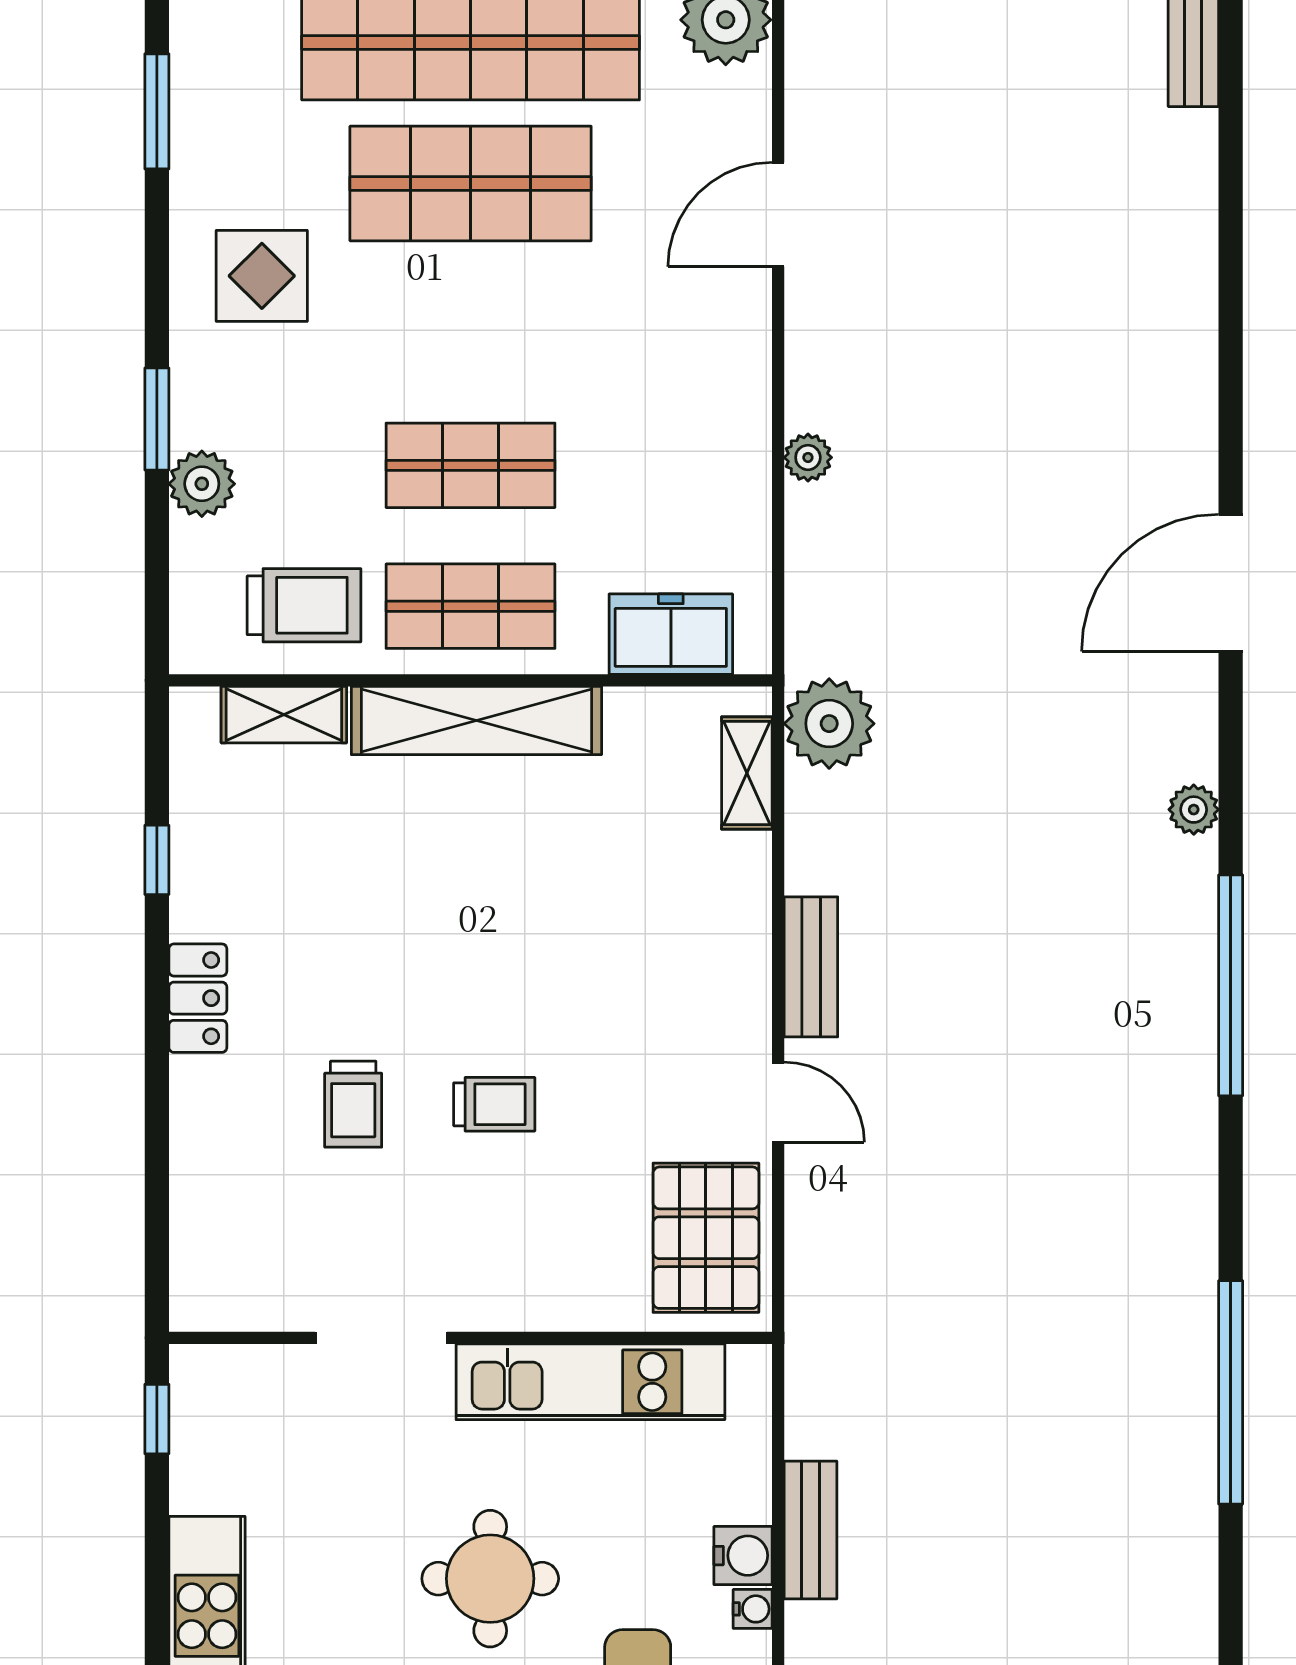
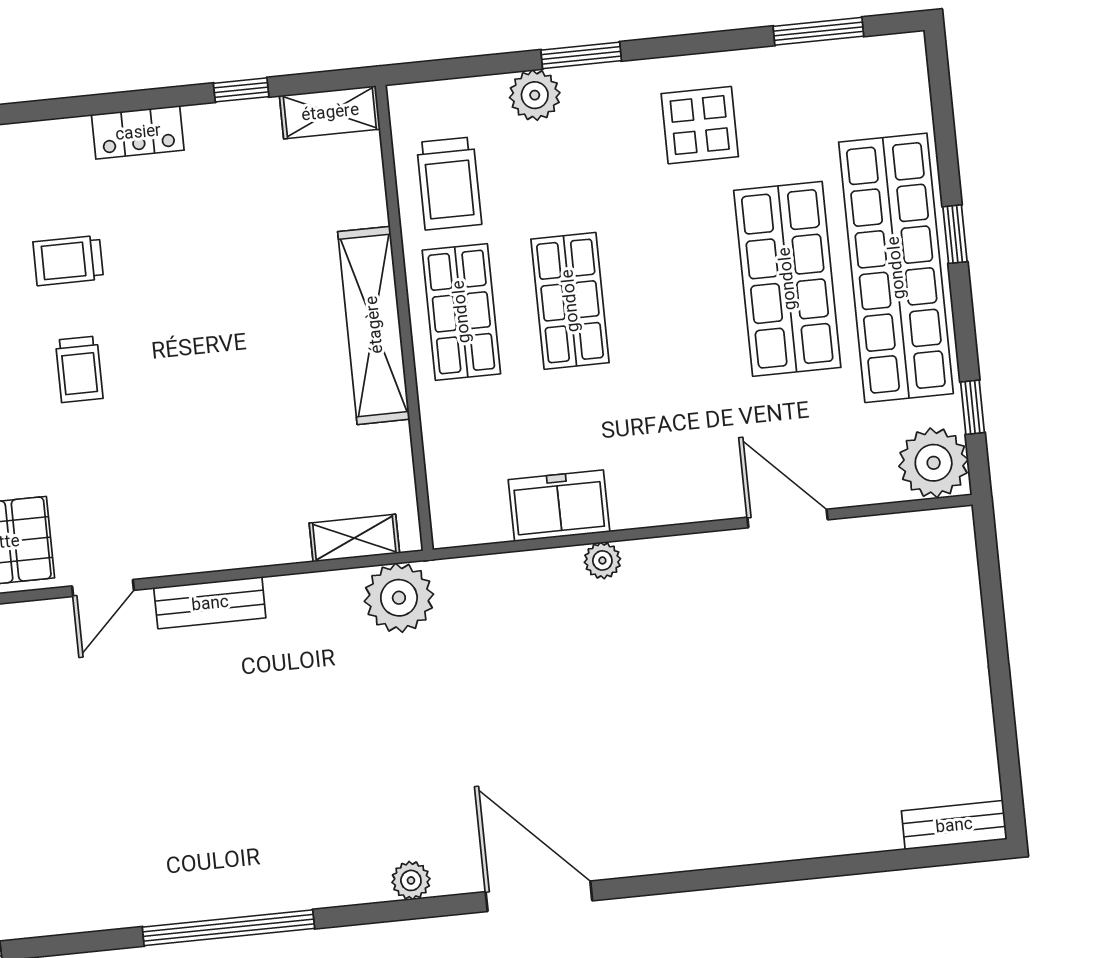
freezer: (671, 634) -> (559, 506), moved, turned -90
shelving: (284, 715) -> (330, 112), moved, turned 90
plant: (1194, 810) -> (411, 880), moved

